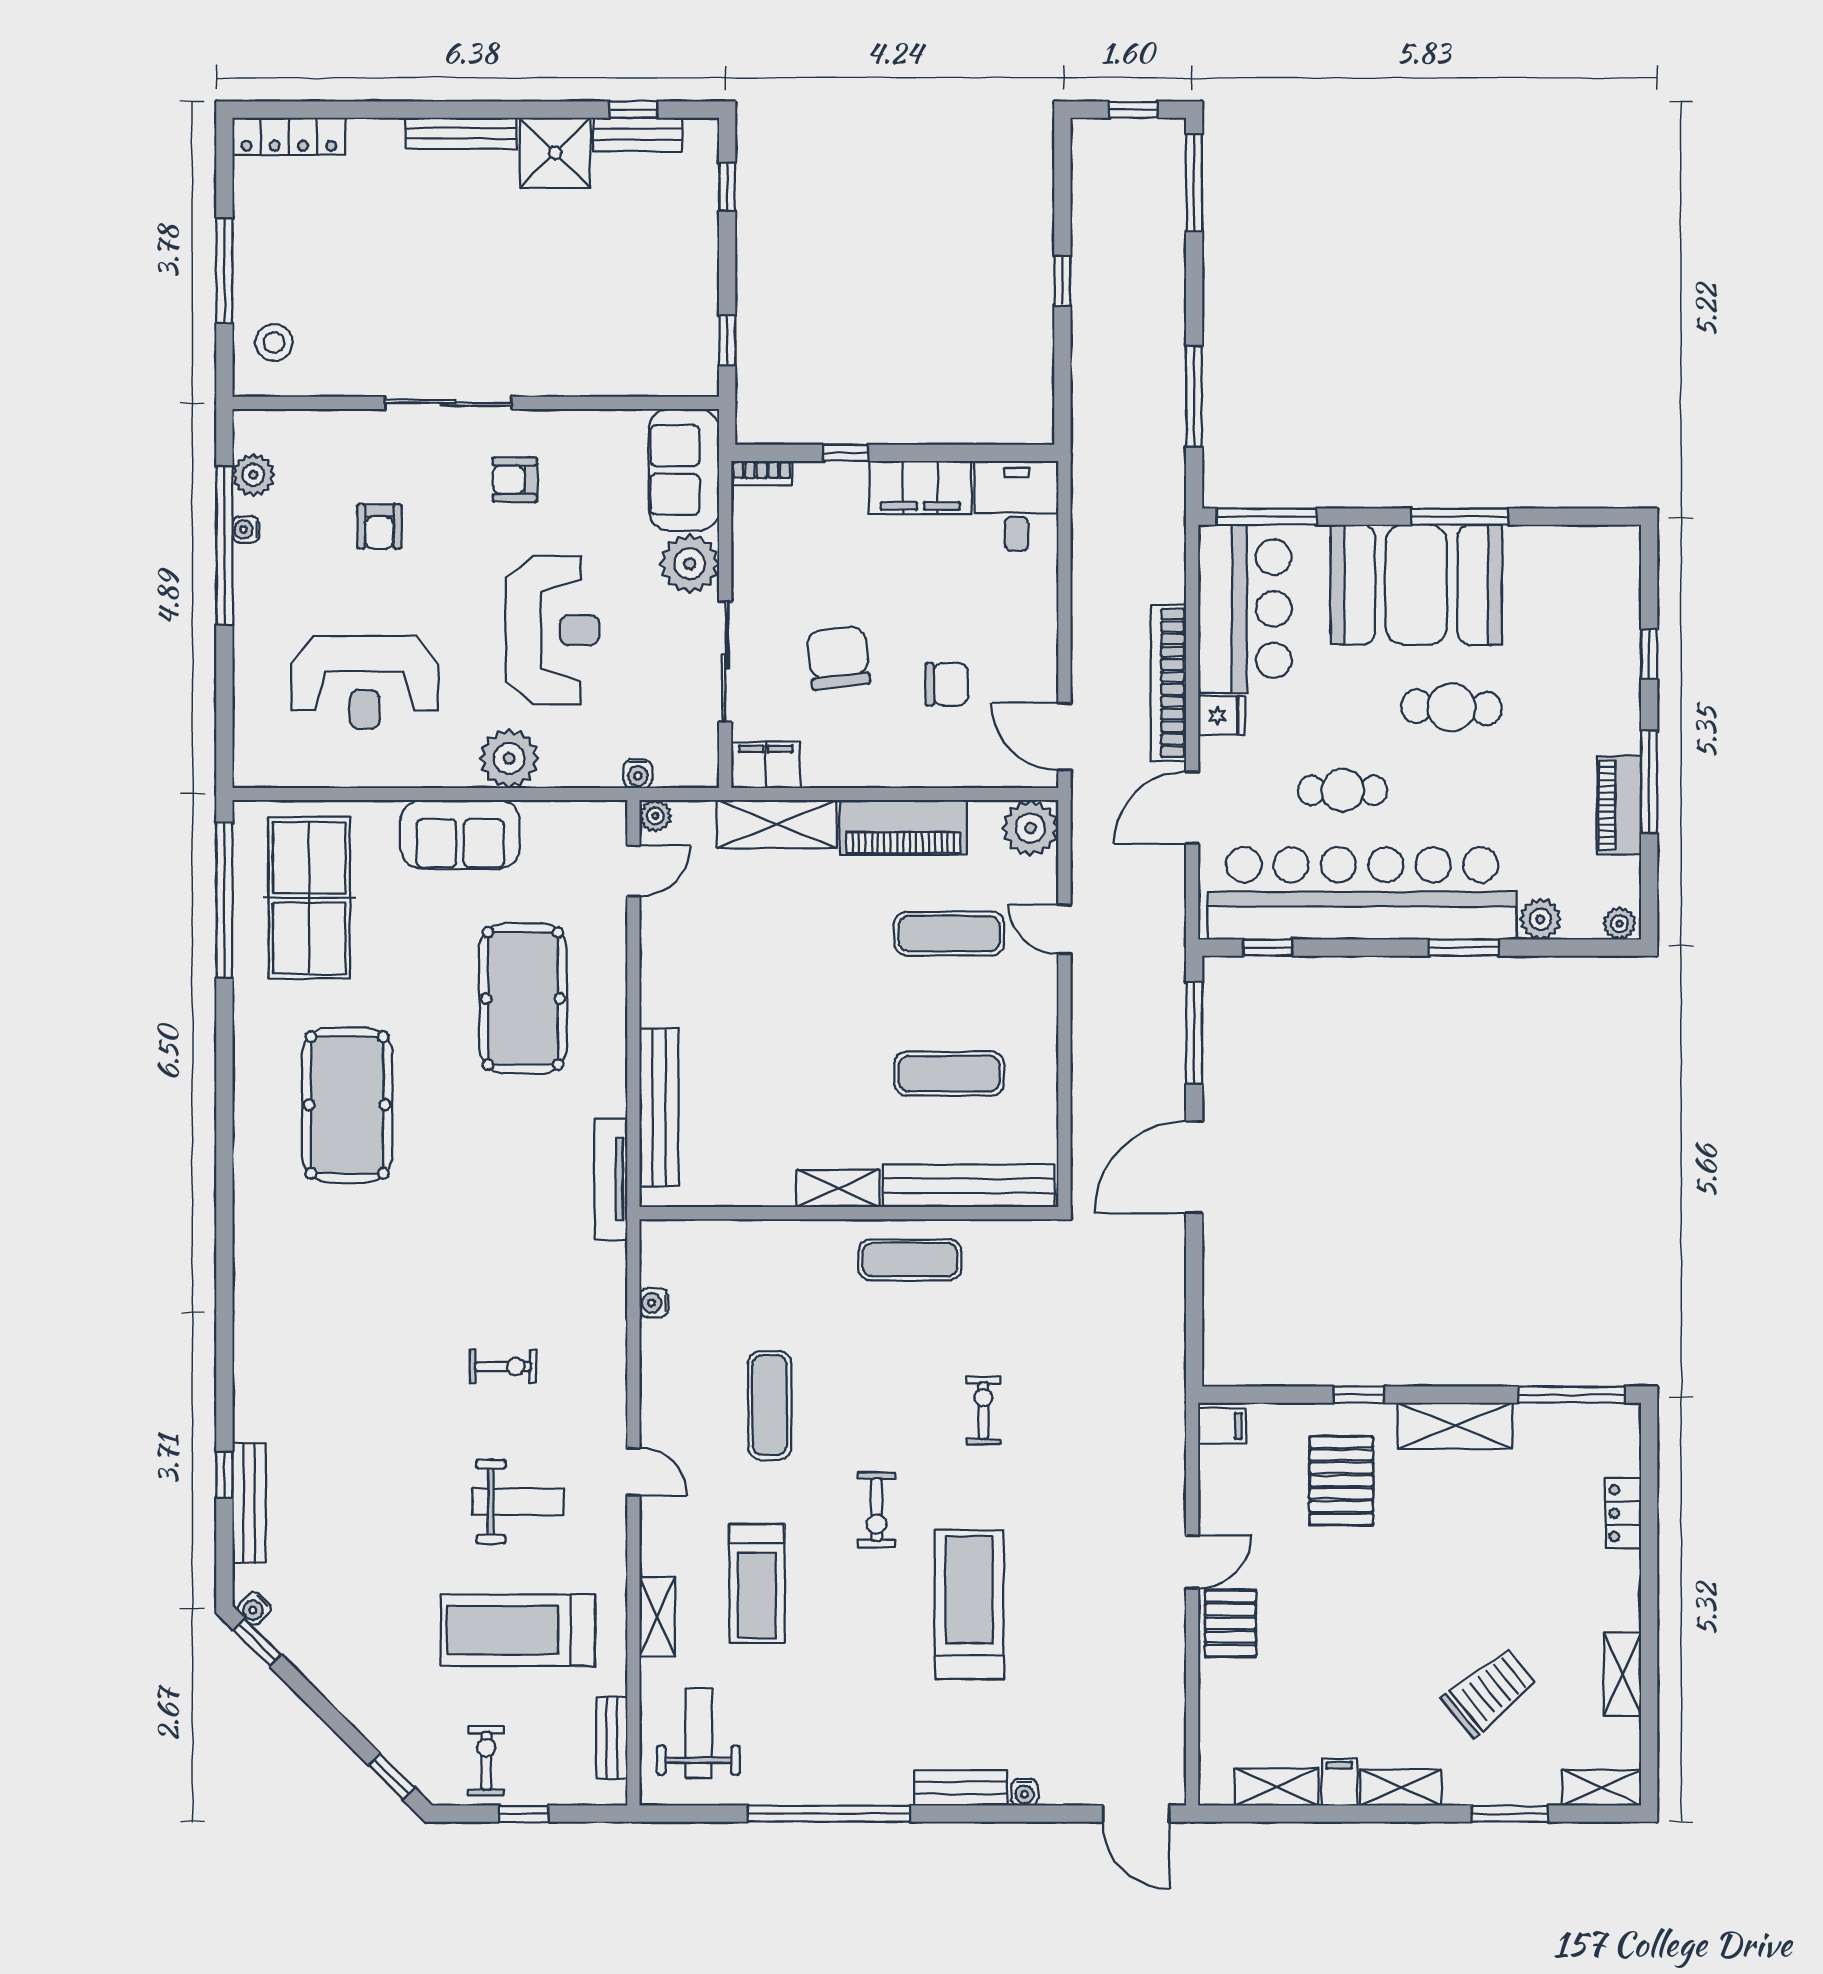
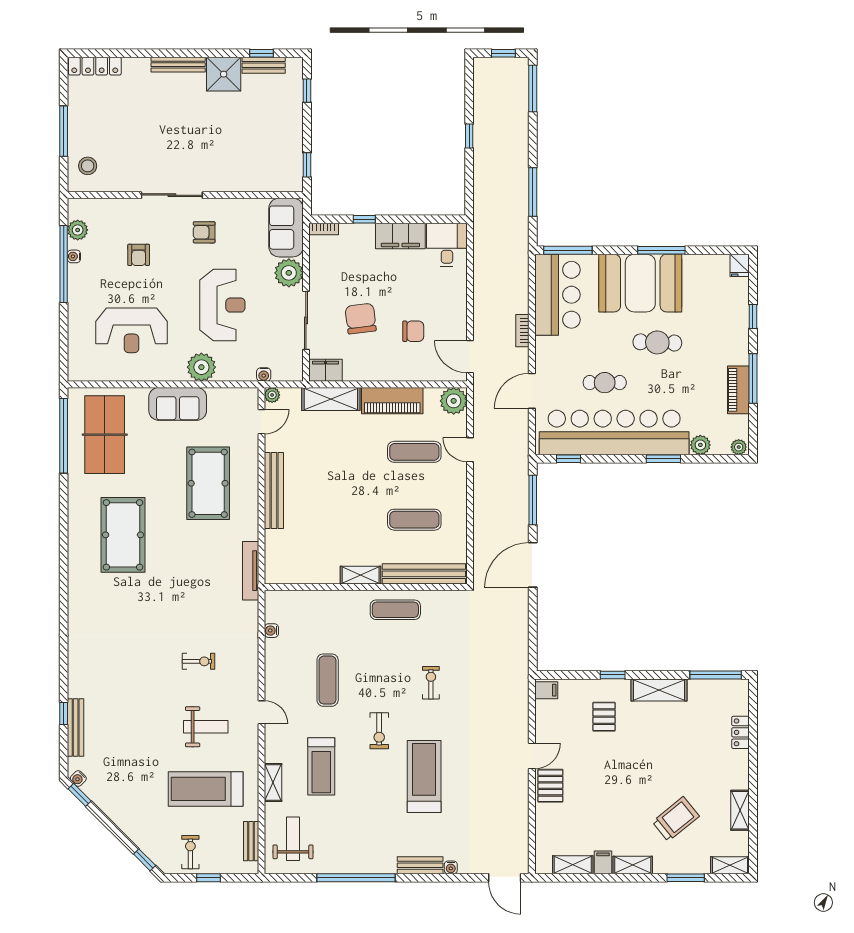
bookcase: (1168, 683) -> (522, 331), width x0.43, depth x0.76
fridge: (1221, 716) -> (740, 265), moved, turned 90
bench: (659, 1107) -> (274, 491), moved
pallet: (1341, 1481) -> (604, 717), width x0.67, depth x0.71

